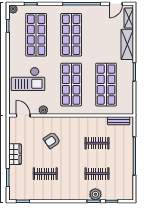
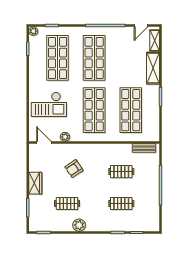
plant: (95, 194) -> (79, 225), moved

